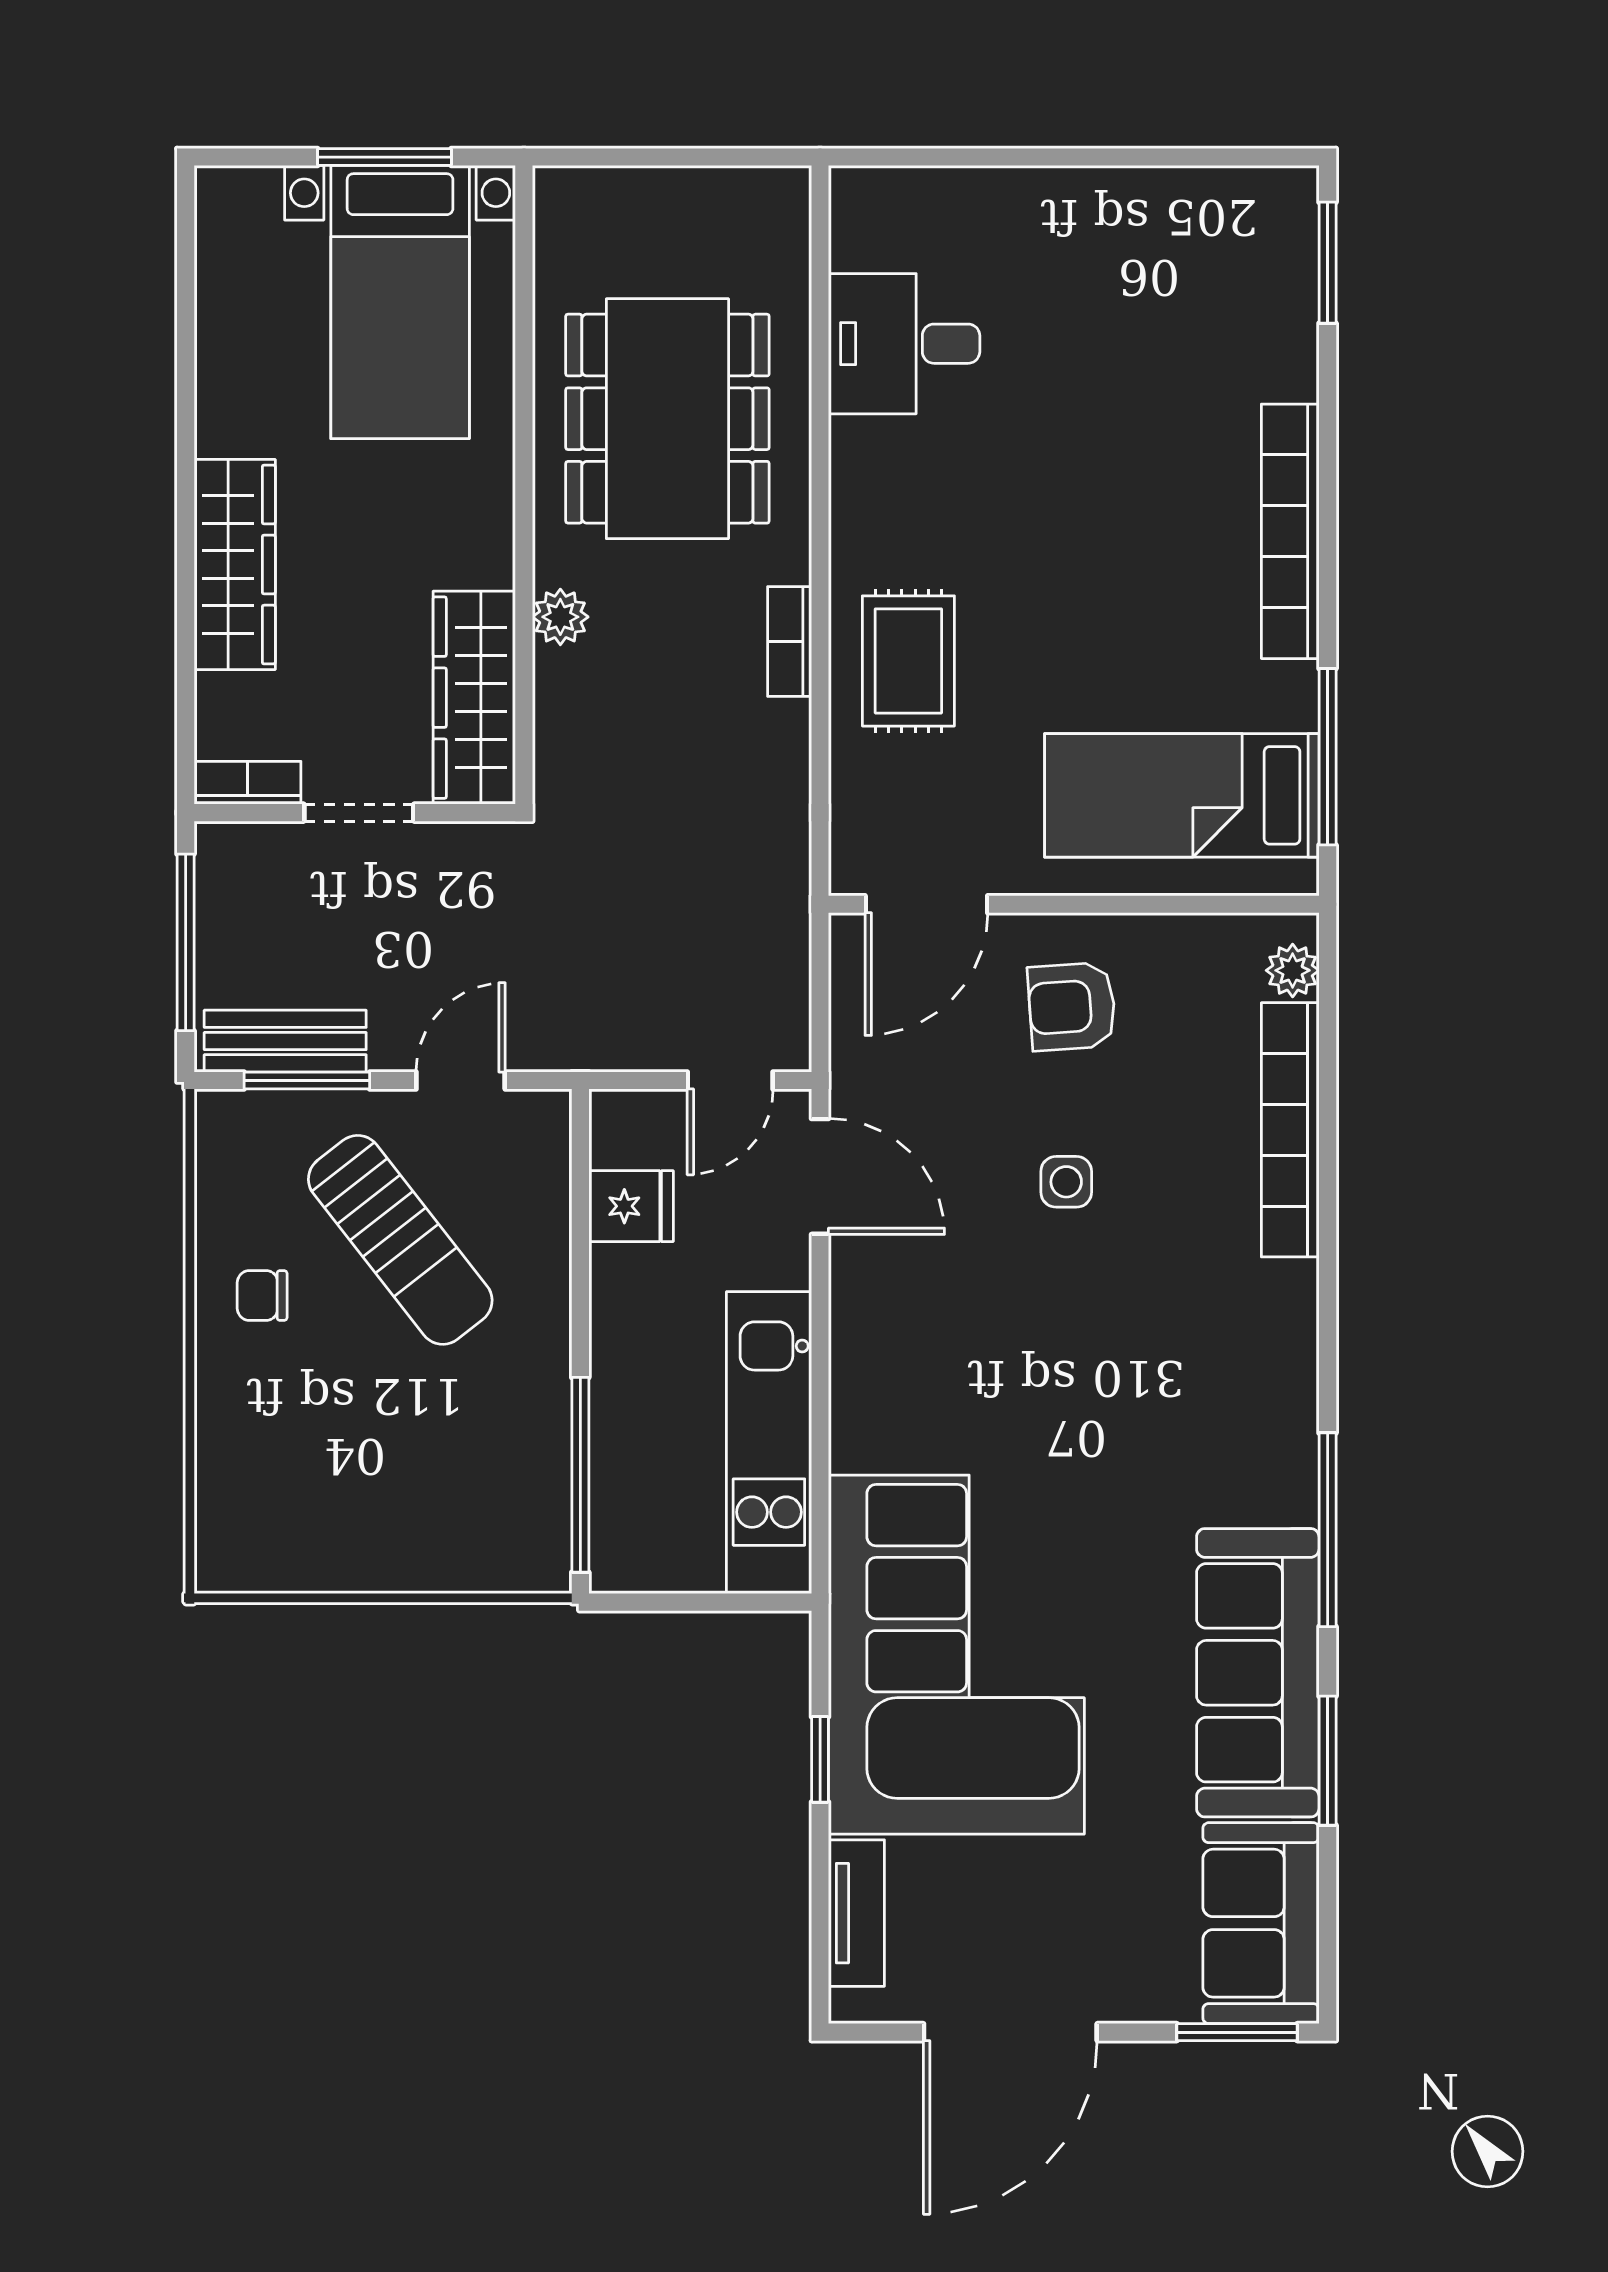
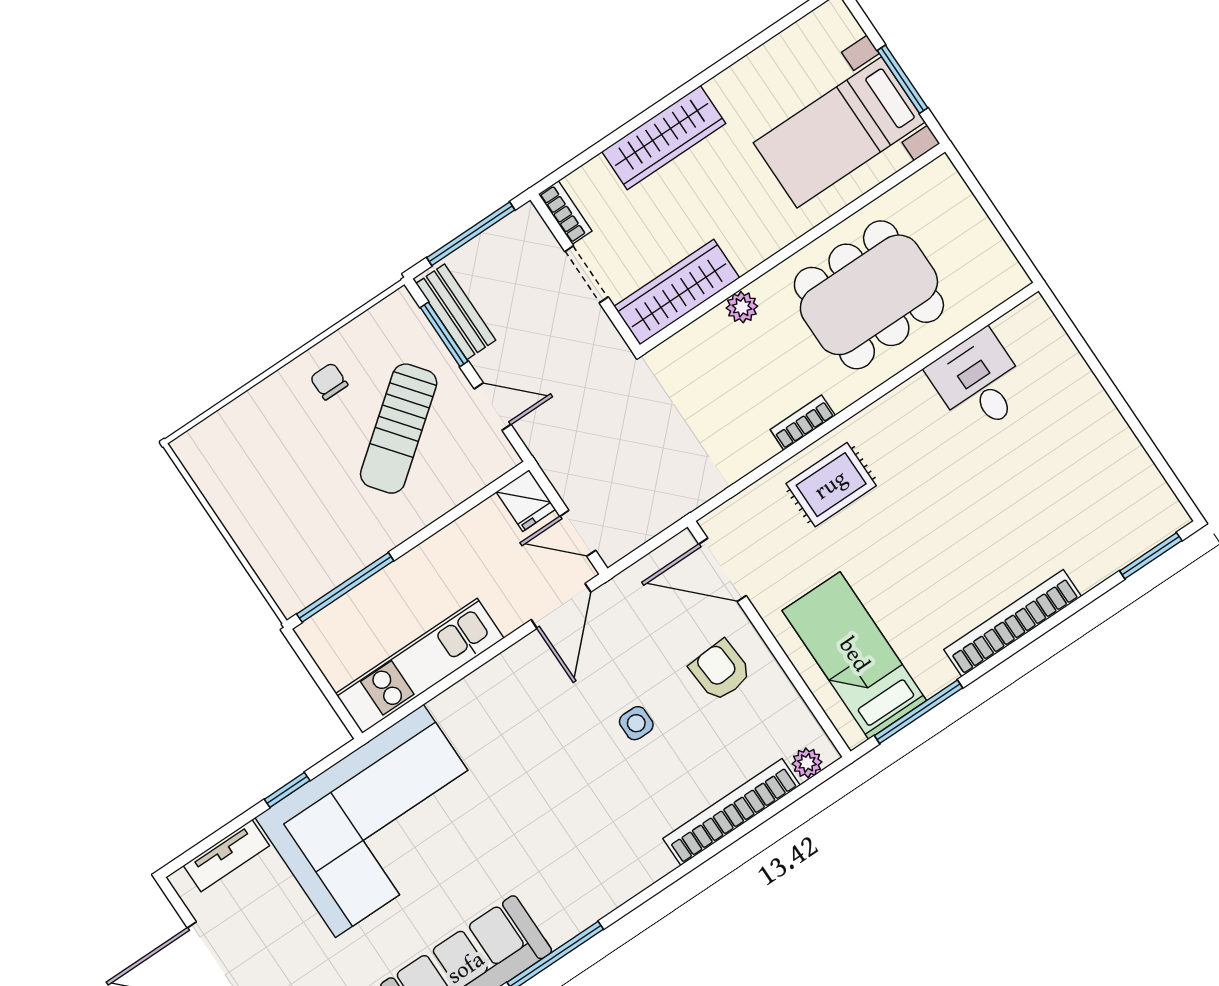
fridge: (631, 1206) -> (526, 501), moved

